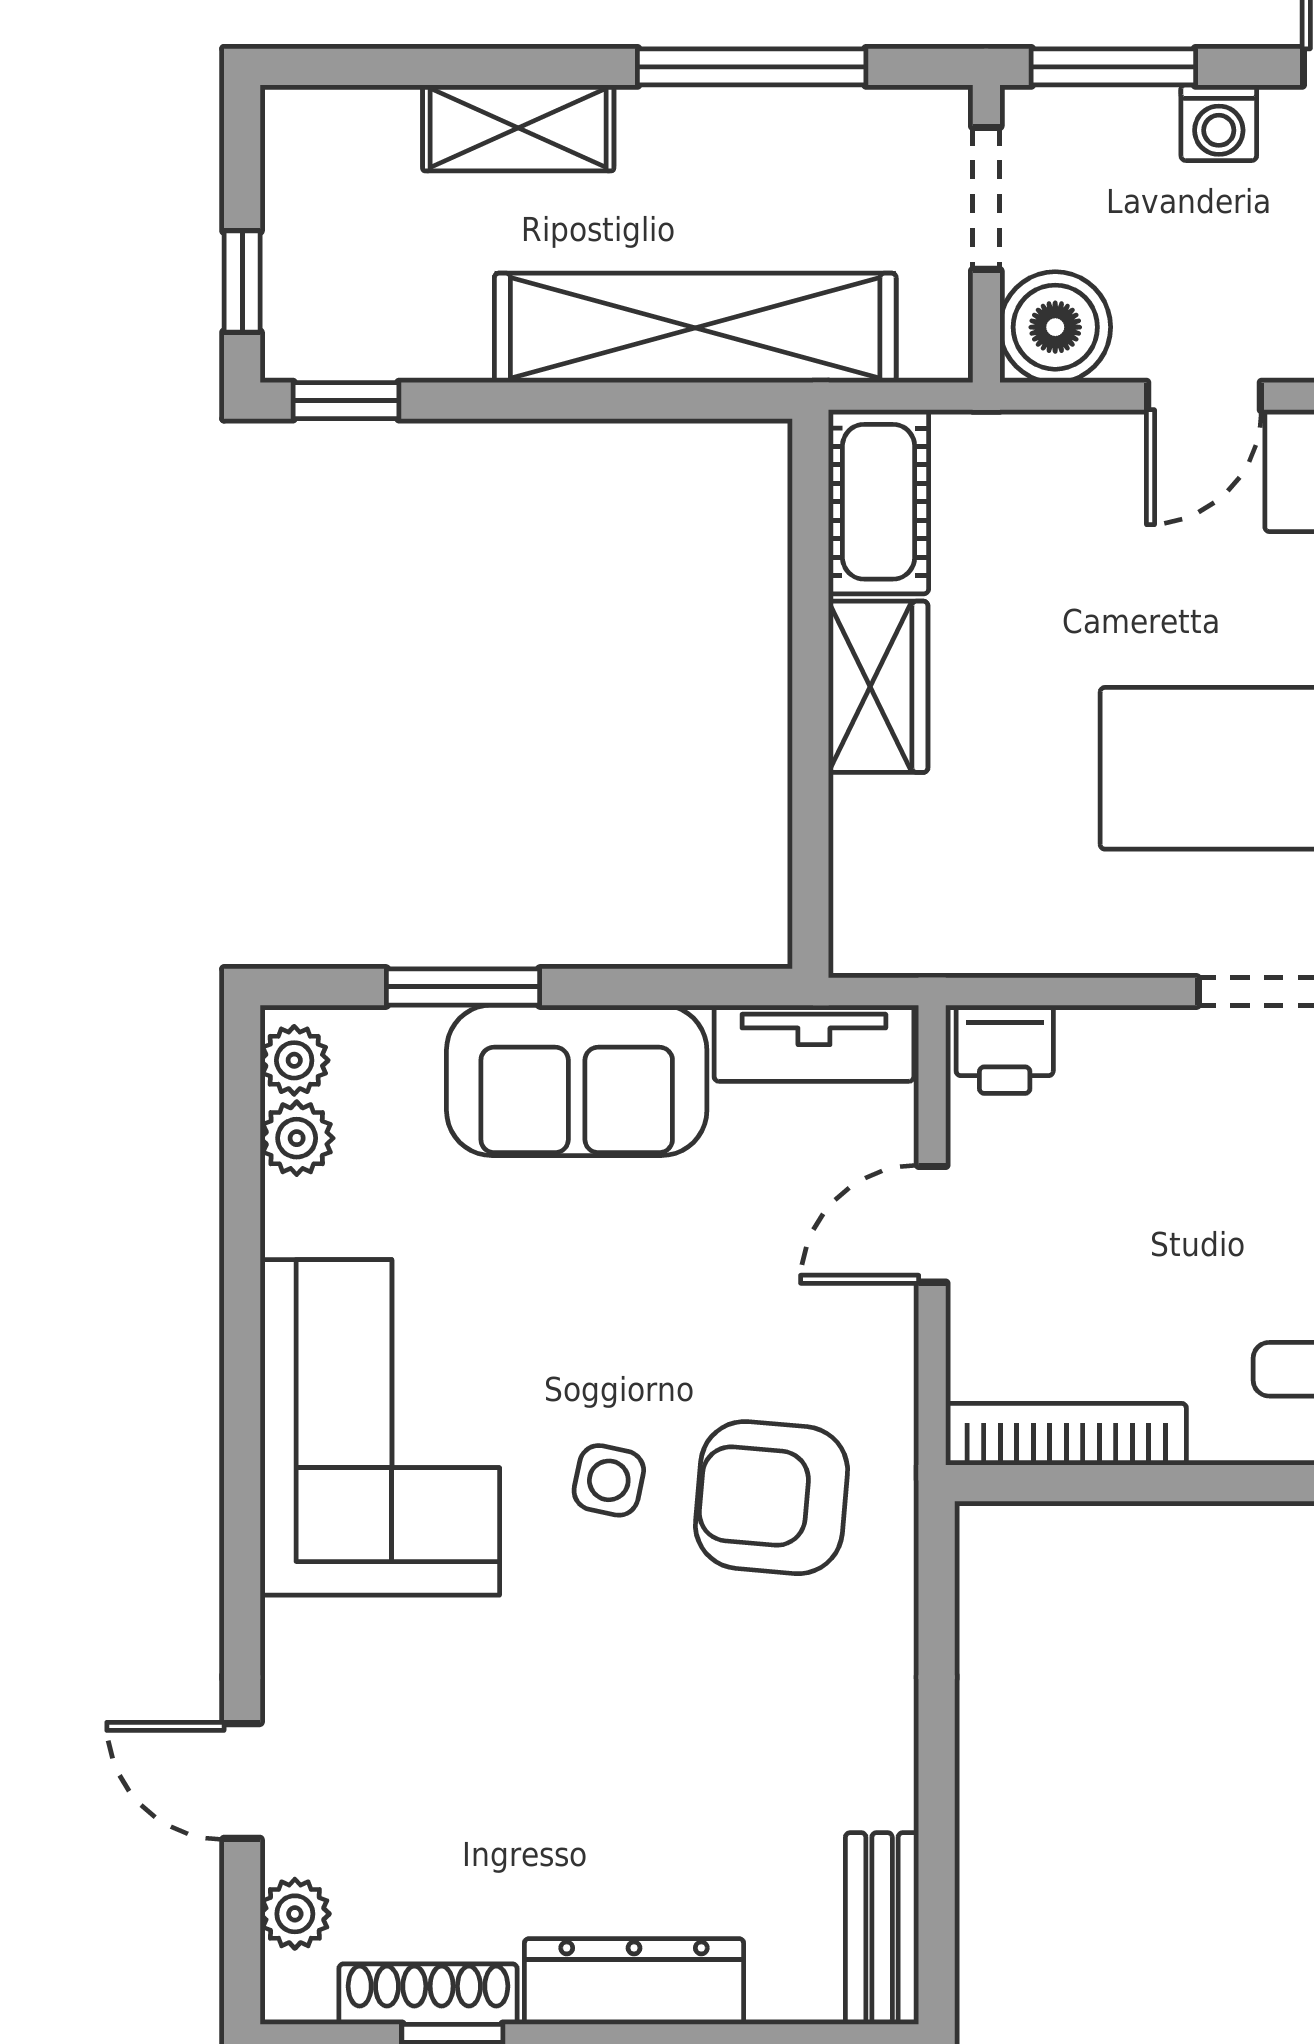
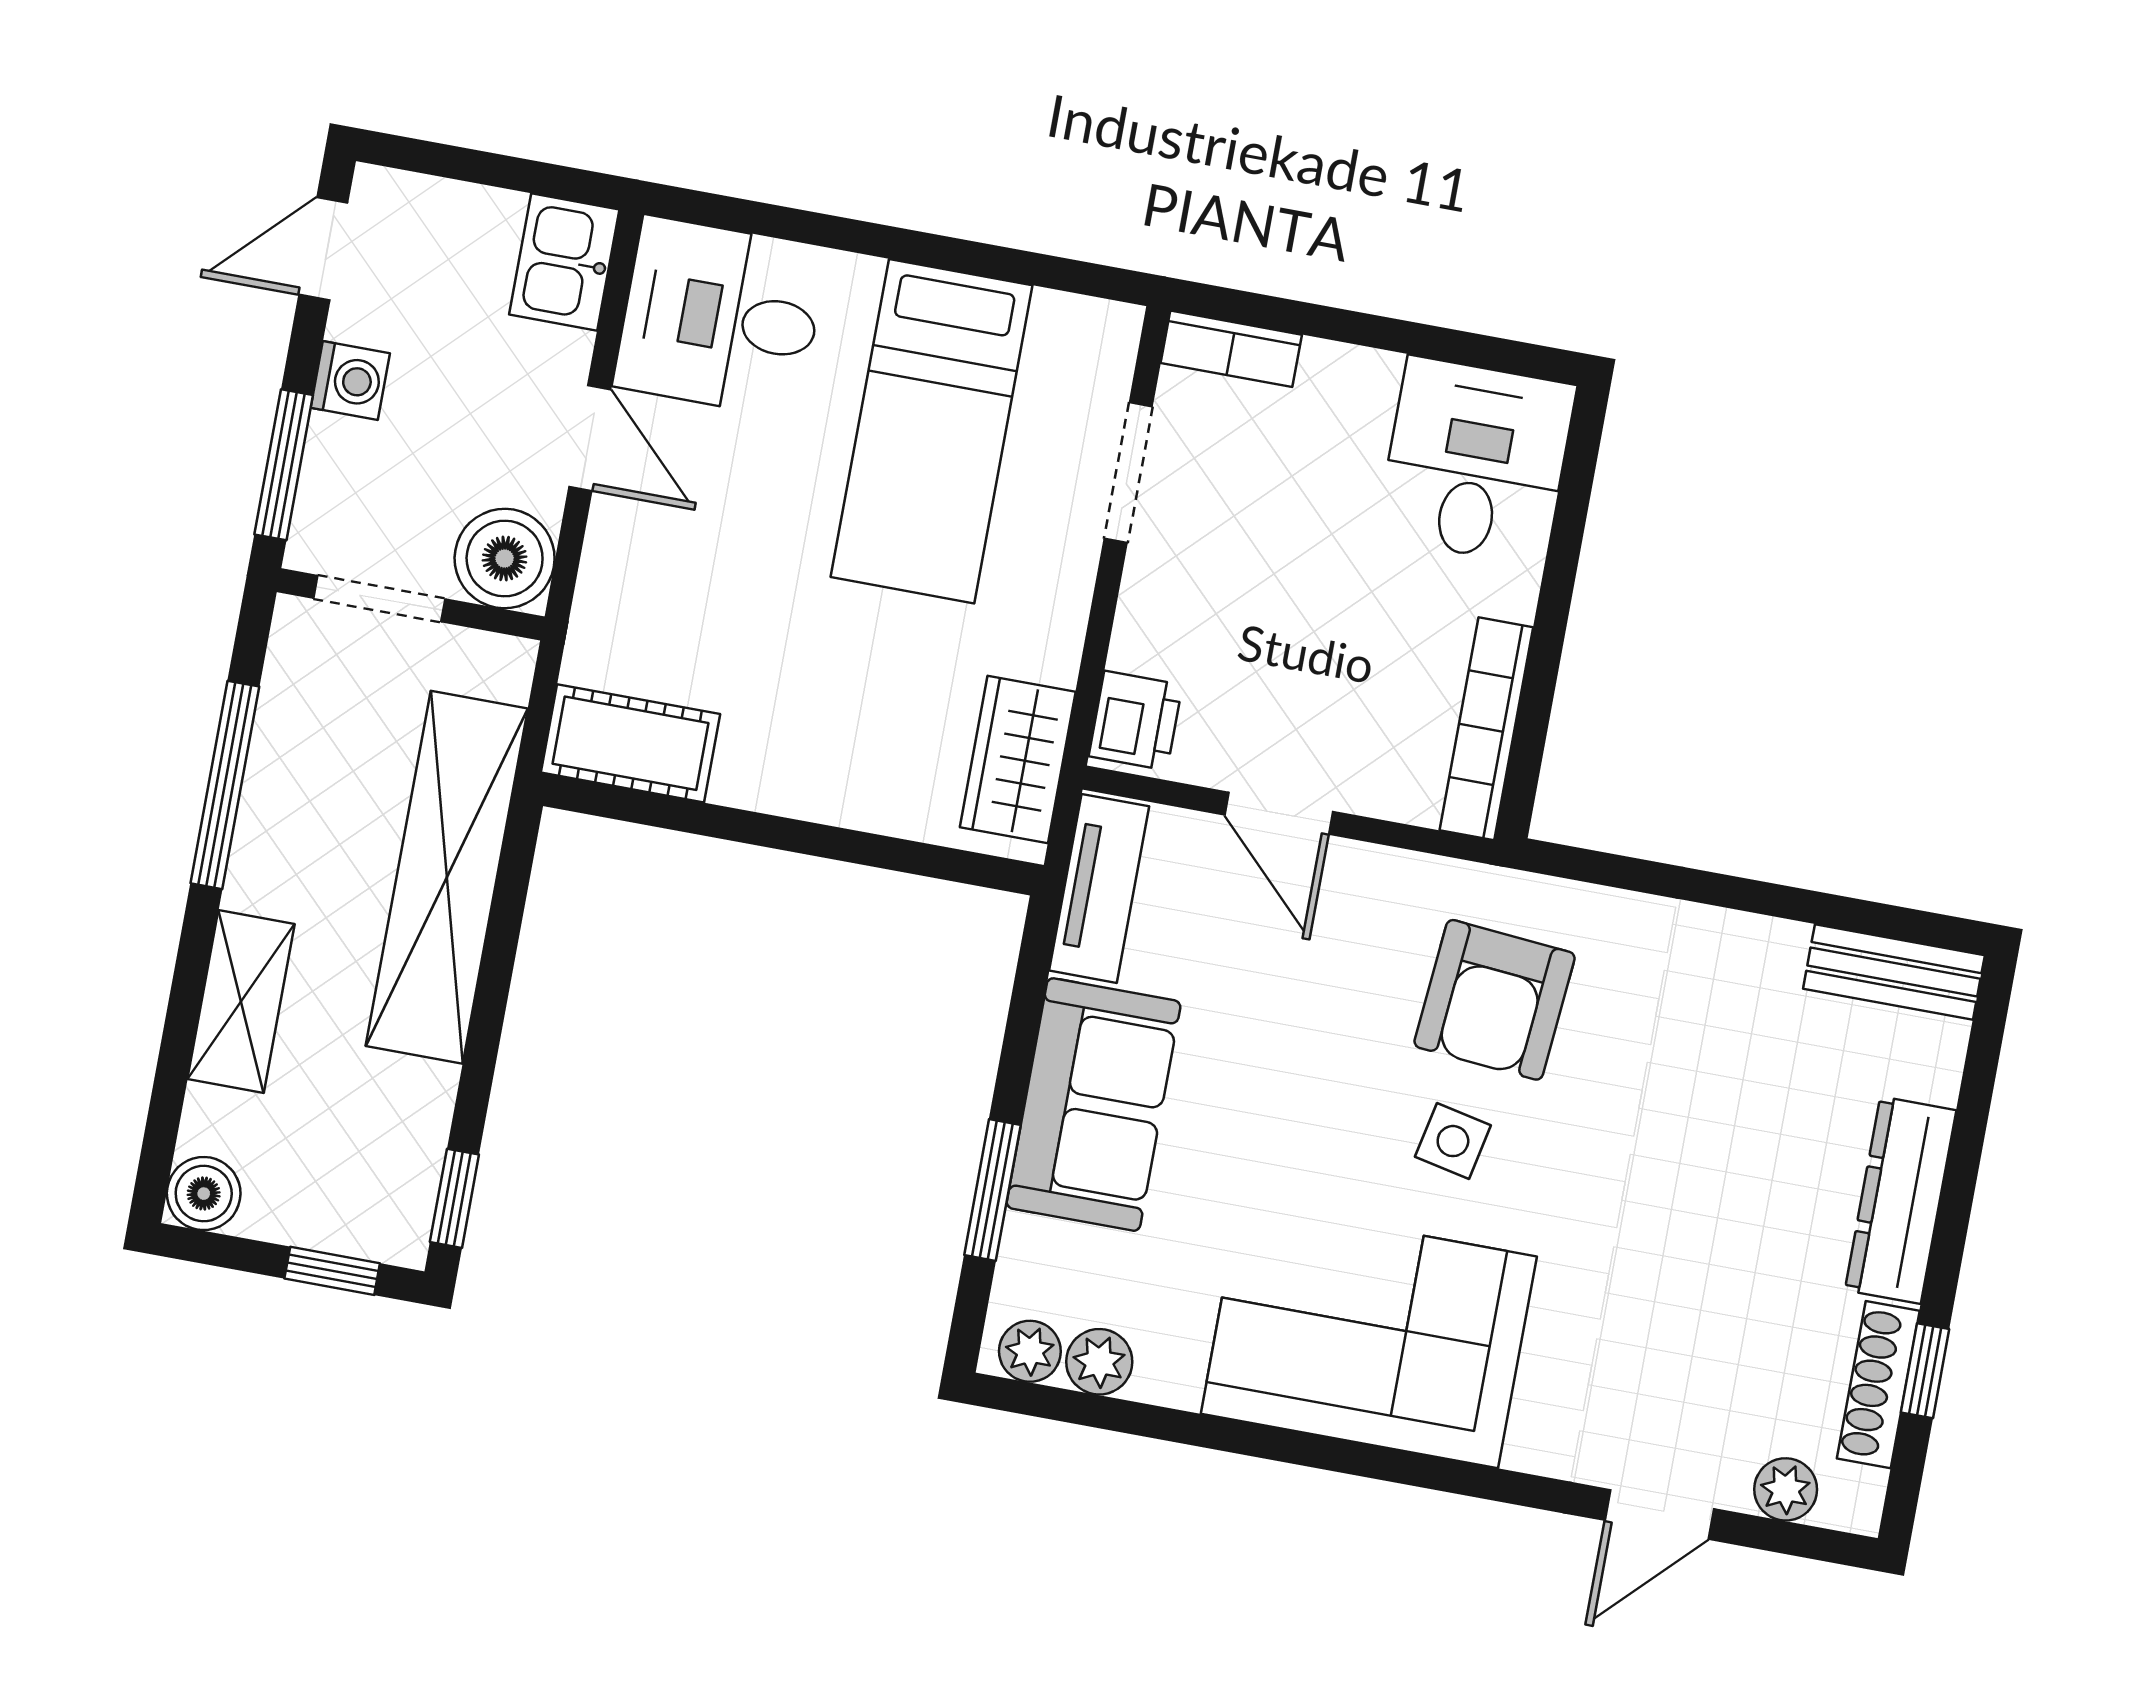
boiler: (301, 126) -> (204, 1194), added
wardrobe: (878, 687) -> (1018, 760), moved, turned -90

